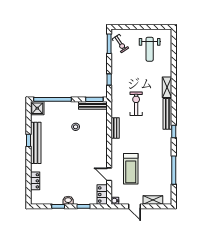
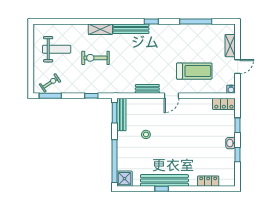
exercise bike: (136, 104) -> (96, 58), moved
door: (109, 174) -> (172, 96), moved

